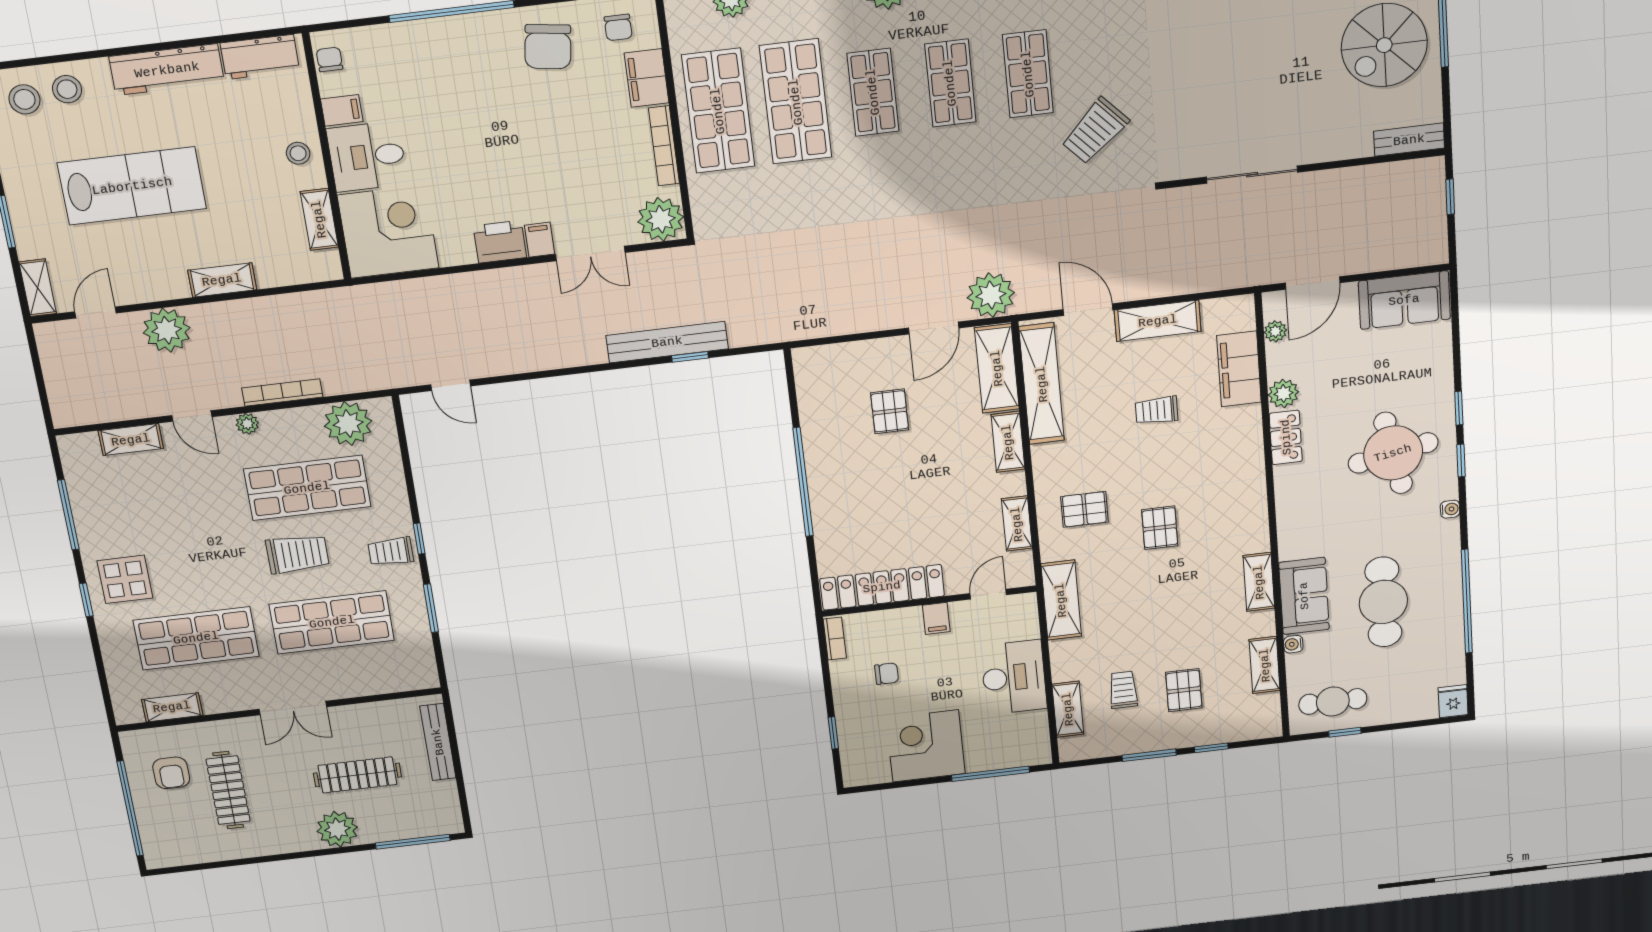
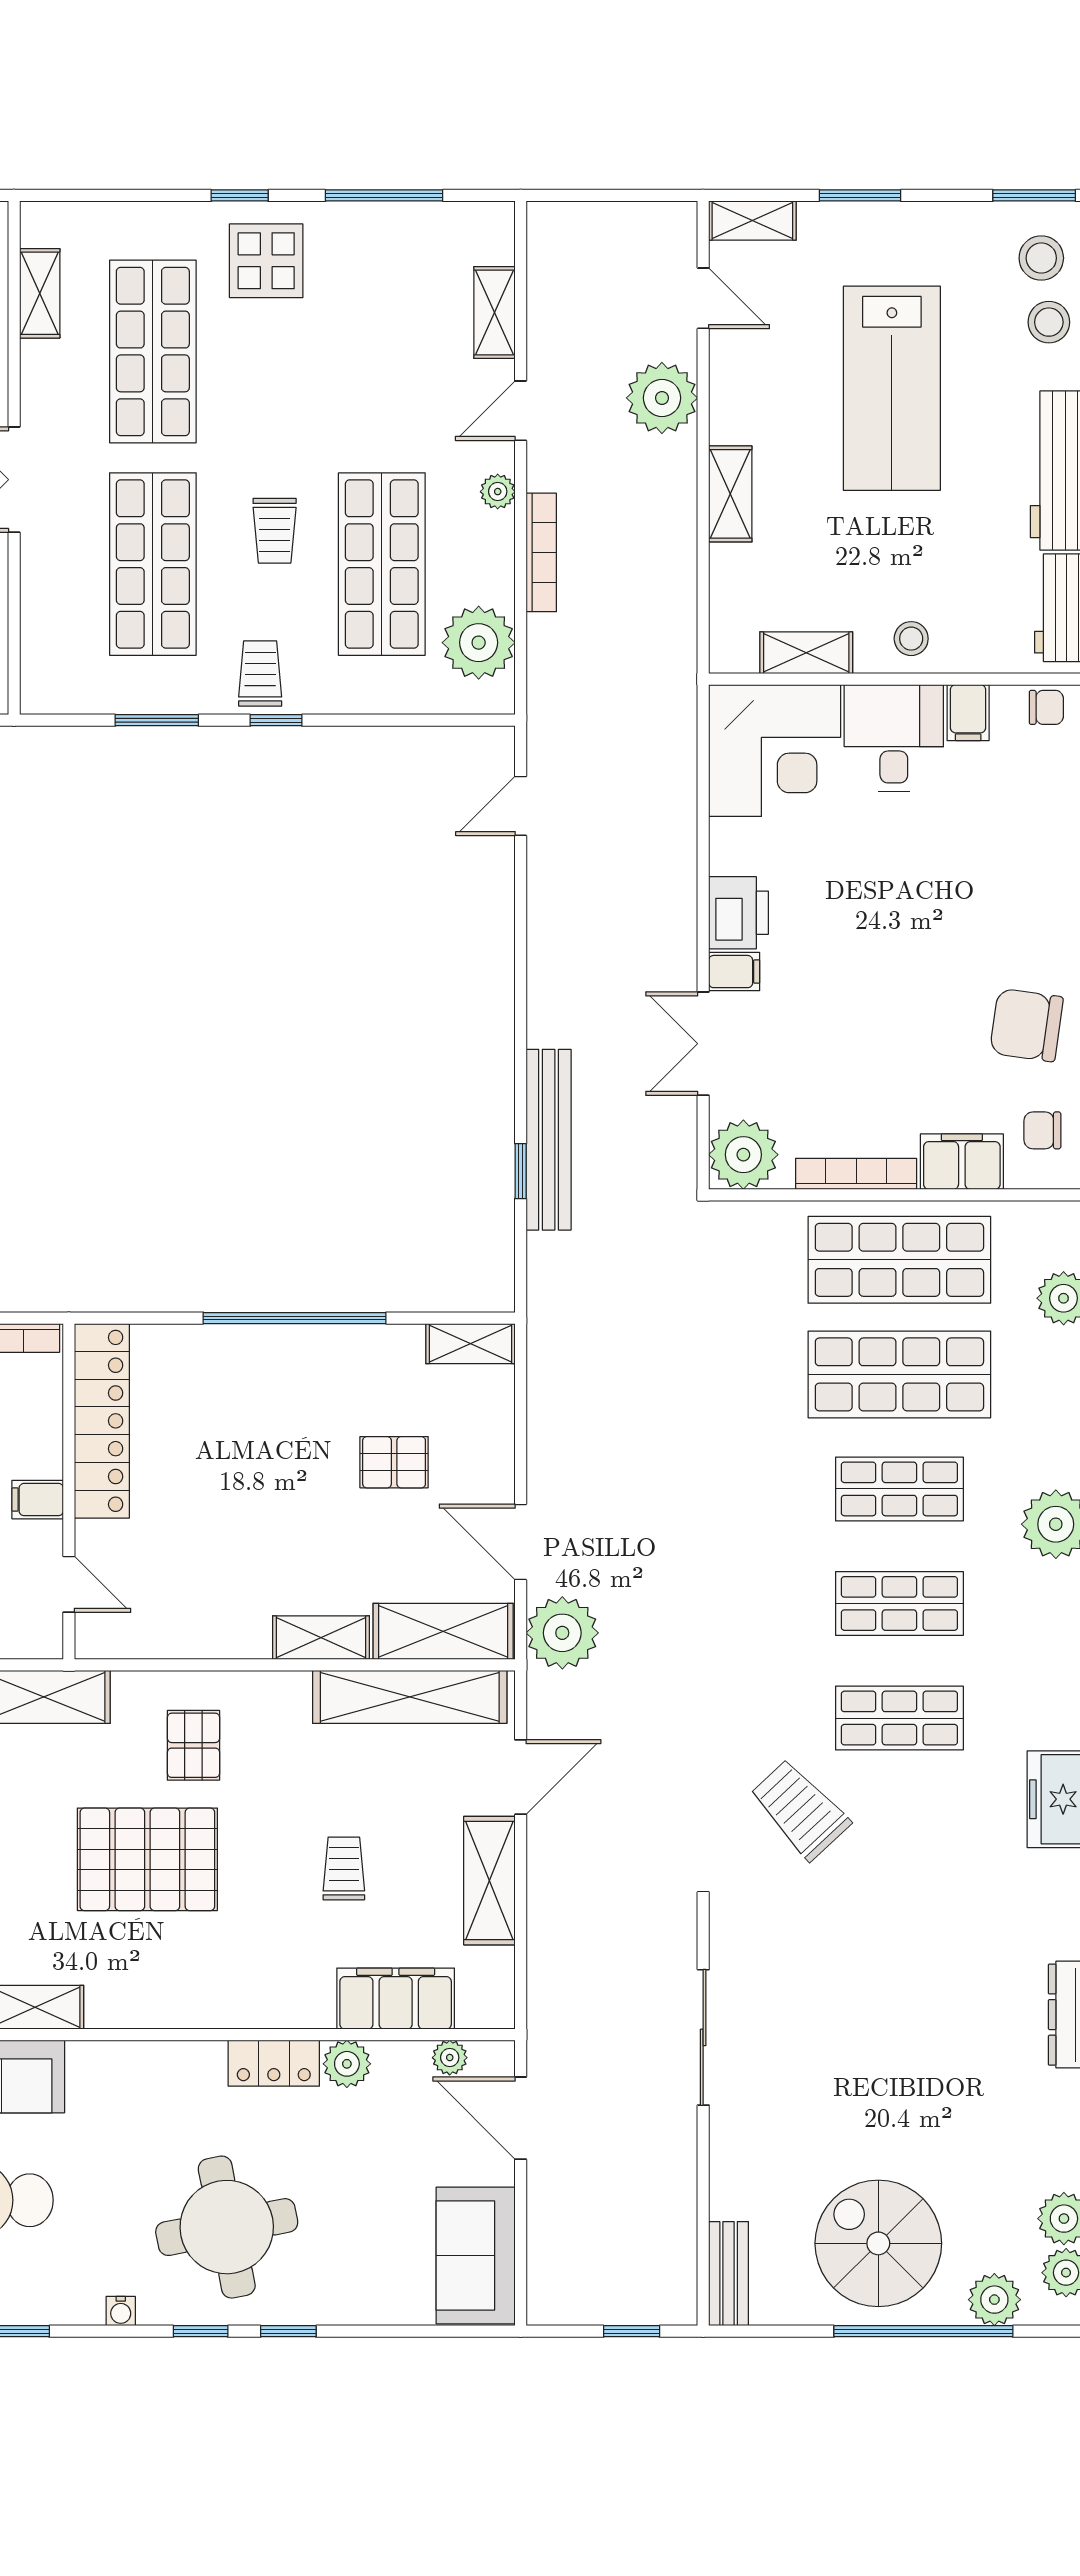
shelving: (1017, 524) -> (470, 1344), moved
pallet: (1160, 528) -> (147, 1859), width x2.05, depth x2.00
trolley: (297, 554) -> (275, 531), width x0.73, depth x0.72

